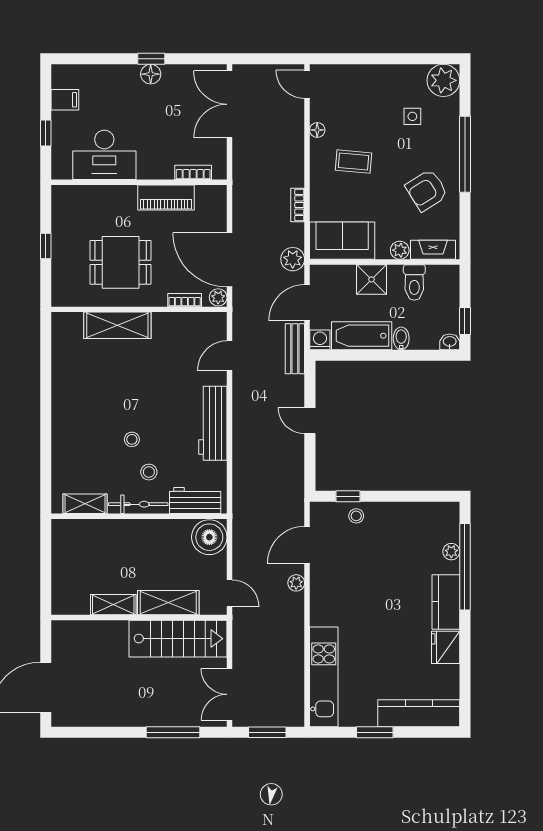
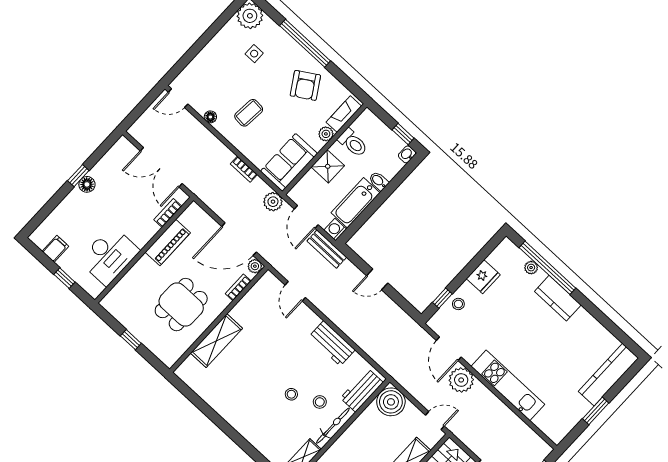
double door: (229, 104) -> (161, 167), moved
workbench: (213, 423) -> (332, 343), width x0.73
plant: (296, 583) -> (461, 380), width x1.88, depth x1.88
fridge: (446, 647) -> (483, 277), moved, turned -90
kitchen unit: (324, 677) -> (508, 385), moved

